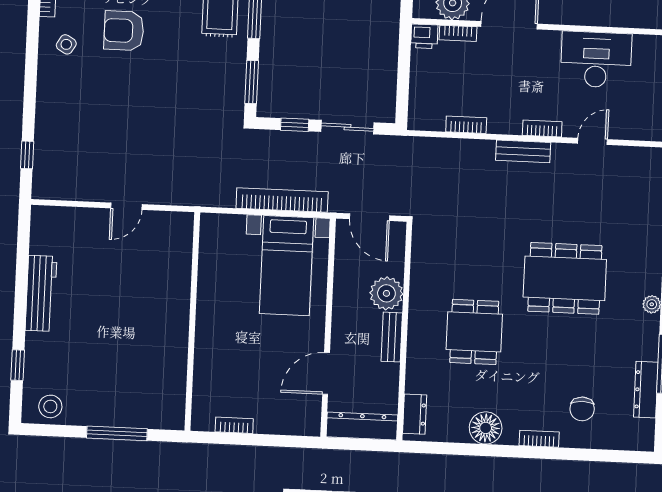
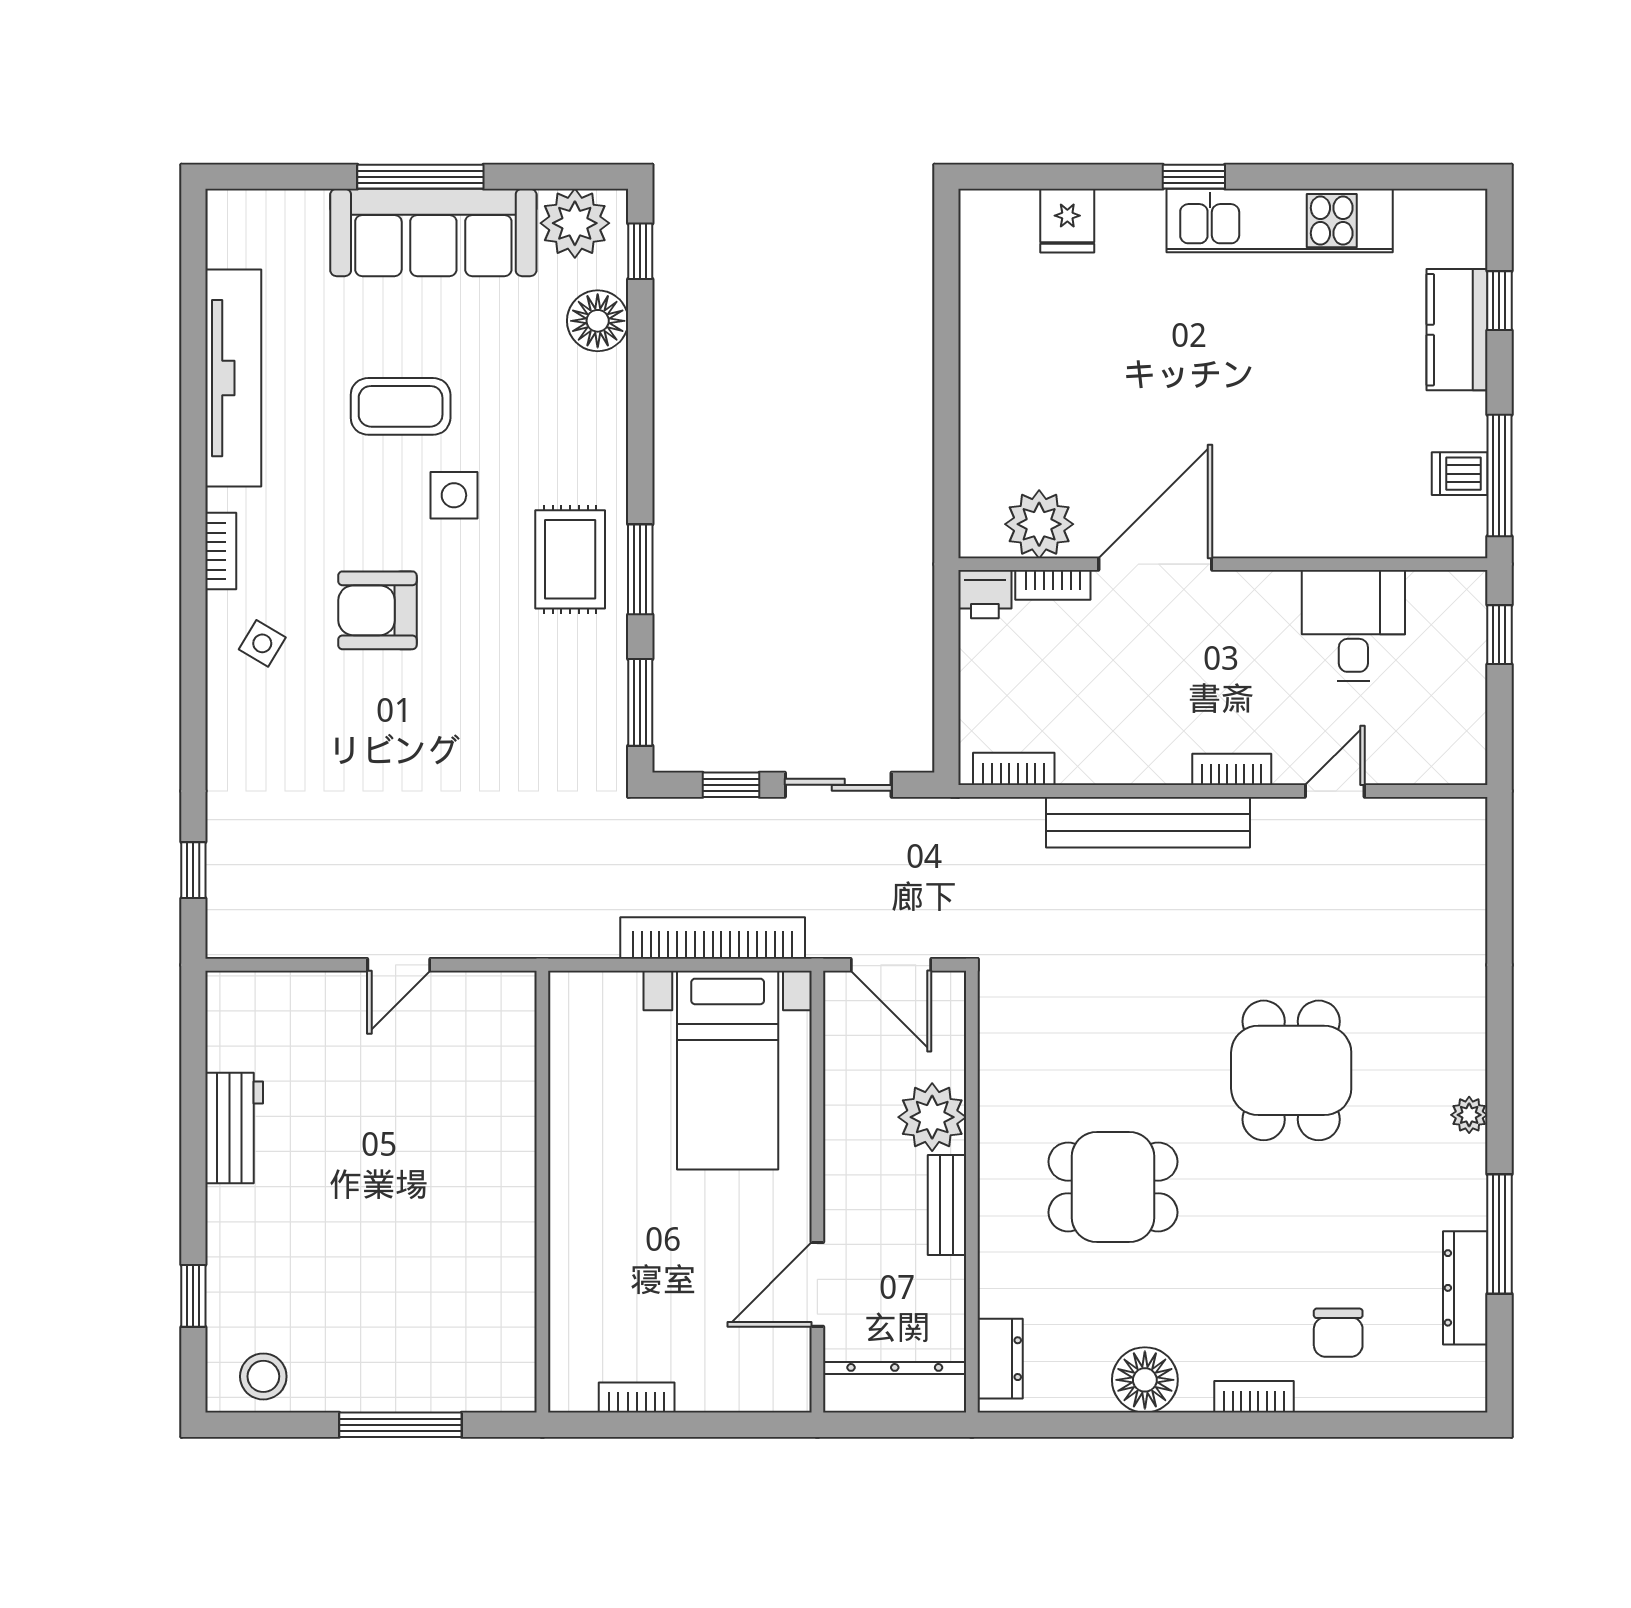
desk: (596, 60) -> (1353, 625), width x0.73
bookcase: (466, 125) -> (1014, 769), moved
bench: (523, 151) -> (1148, 822), width x1.86, depth x1.21
dining table: (565, 278) -> (1291, 1070), width x0.73
workbench: (41, 293) -> (234, 1128), width x0.73
dining table: (474, 332) -> (1113, 1187), turned 90

